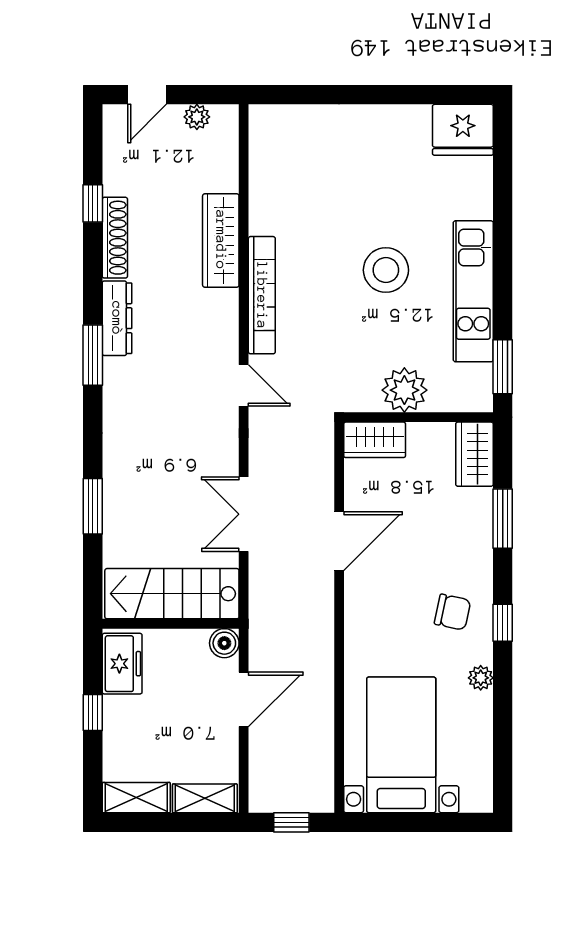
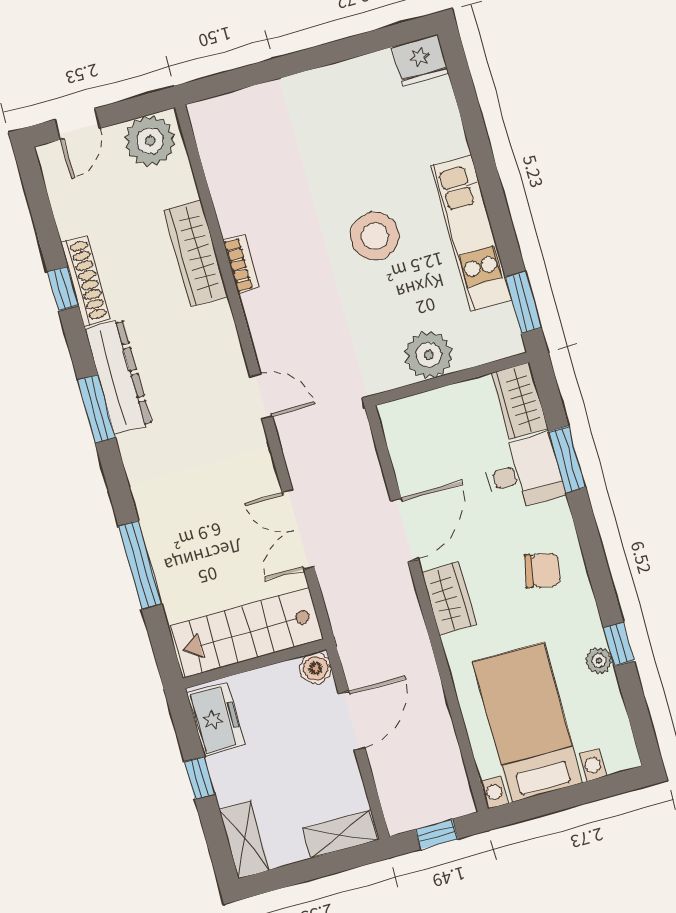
plant: (197, 117) -> (150, 141), width x1.87, depth x1.87
fridge: (463, 130) -> (420, 60), width x0.73, depth x0.75
window: (93, 203) -> (63, 289), moved
bookcase: (262, 295) -> (241, 264), width x0.43, depth x0.76
dresser: (117, 318) -> (118, 377), width x1.37, depth x1.24
wardrobe: (375, 440) -> (449, 599), moved, turned -90
window: (93, 506) -> (140, 565), width x1.44
desk: (460, 520) -> (523, 473), added
window: (503, 623) -> (619, 644), moved
plant: (481, 678) -> (599, 661), moved
shelving: (136, 798) -> (244, 839), moved, turned 90

